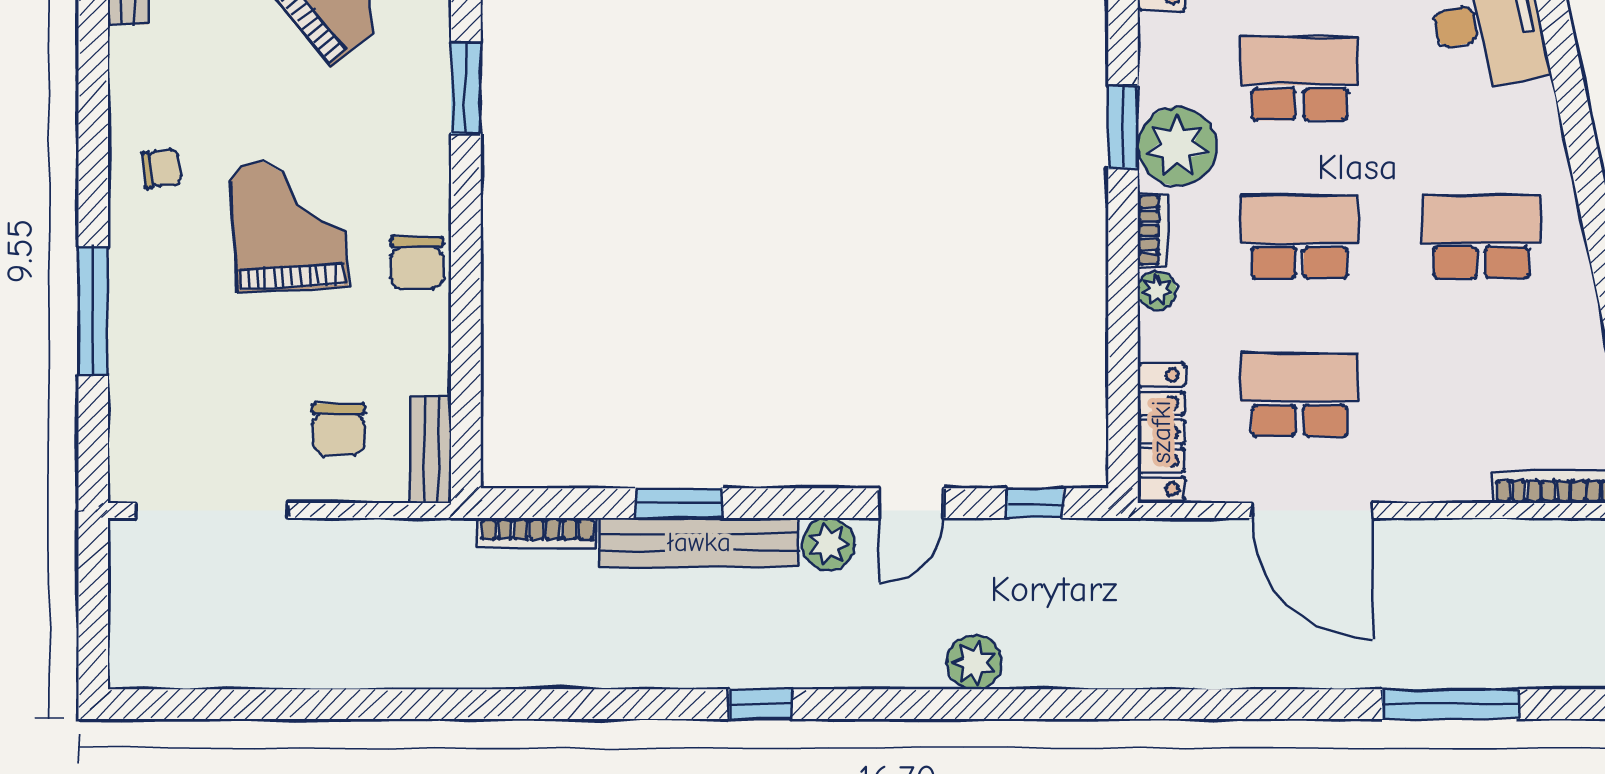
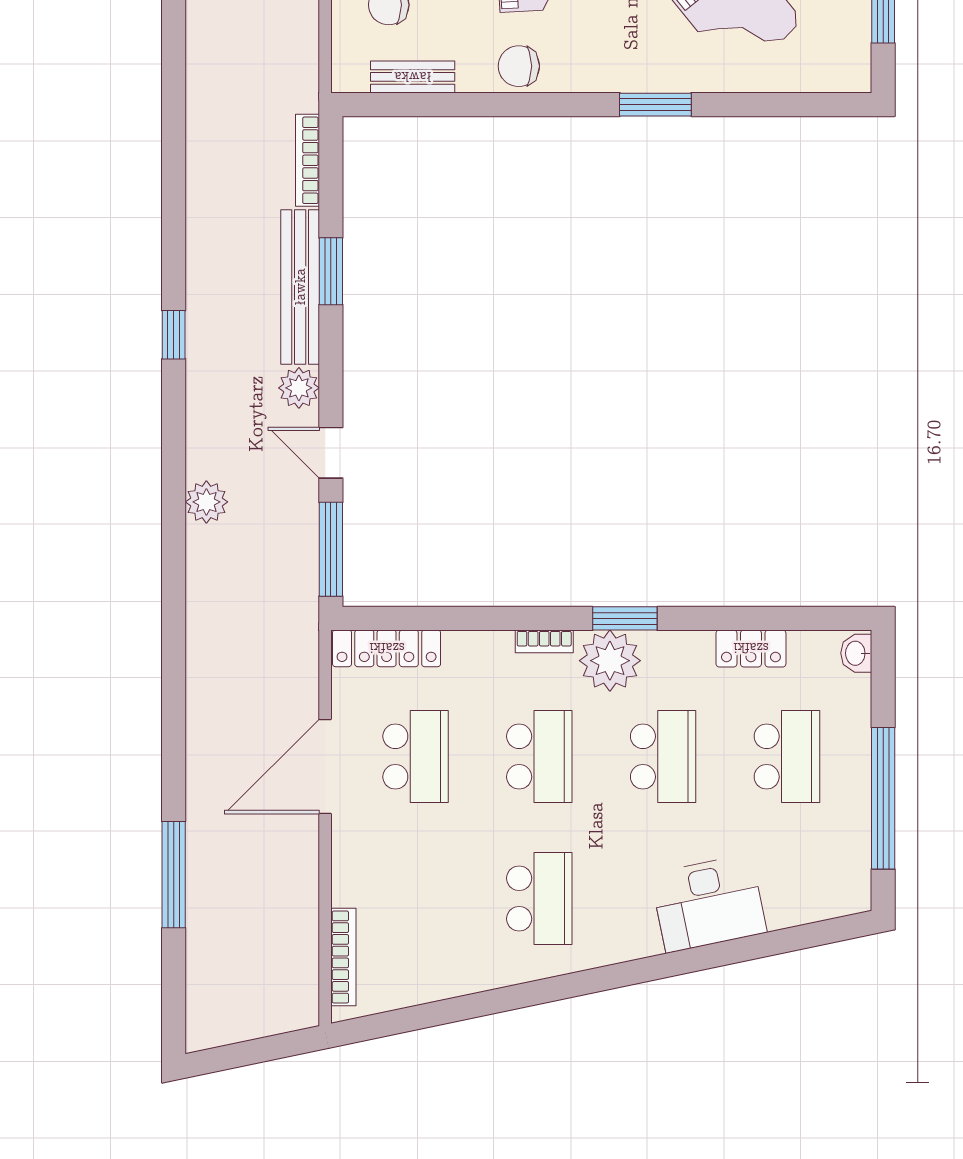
plant: (1157, 291) -> (497, 645), removed
bench: (431, 449) -> (413, 77), moved
window: (1035, 503) -> (331, 549), width x2.17

